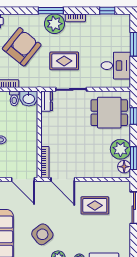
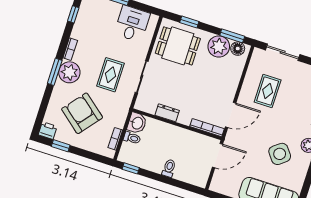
dresser: (47, 101) -> (167, 113), moved
dining table: (109, 113) -> (178, 46), turned 90

